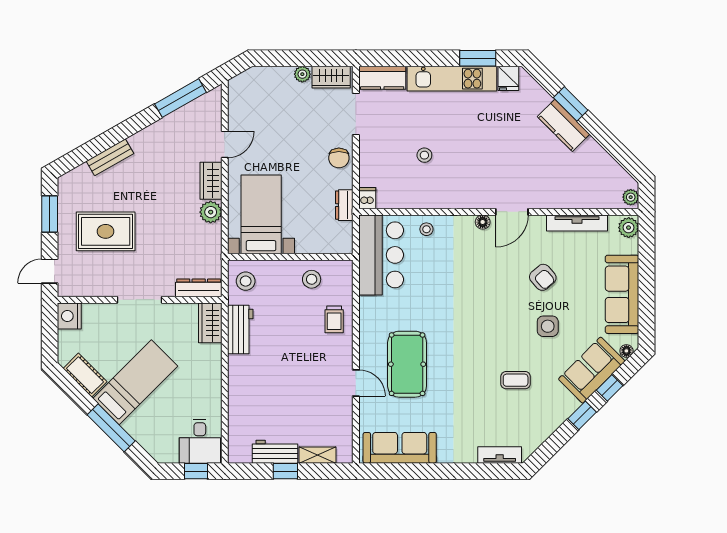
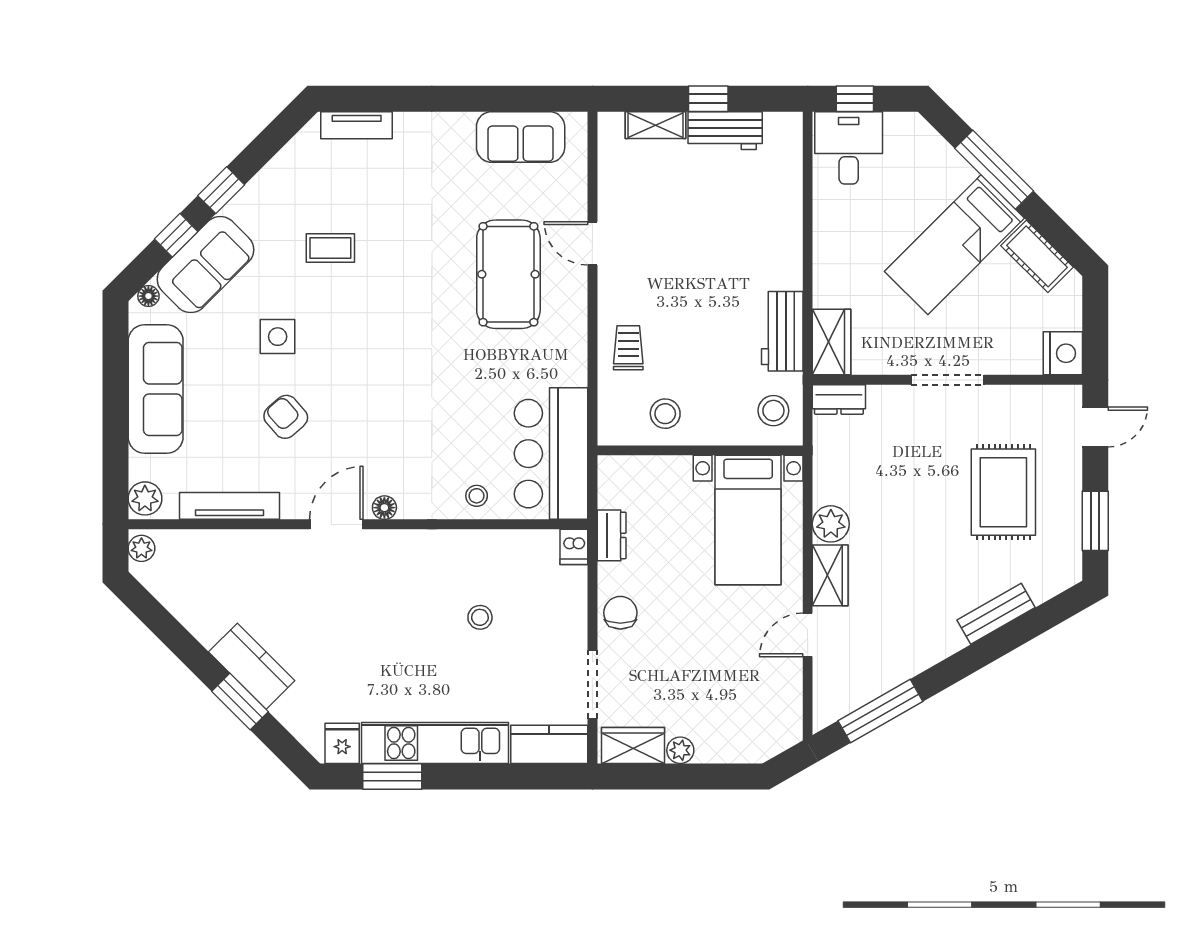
rug: (106, 231) -> (1003, 492), turned 90
dresser: (199, 288) -> (839, 399), width x0.70
sofa: (400, 448) -> (521, 137), width x0.73

